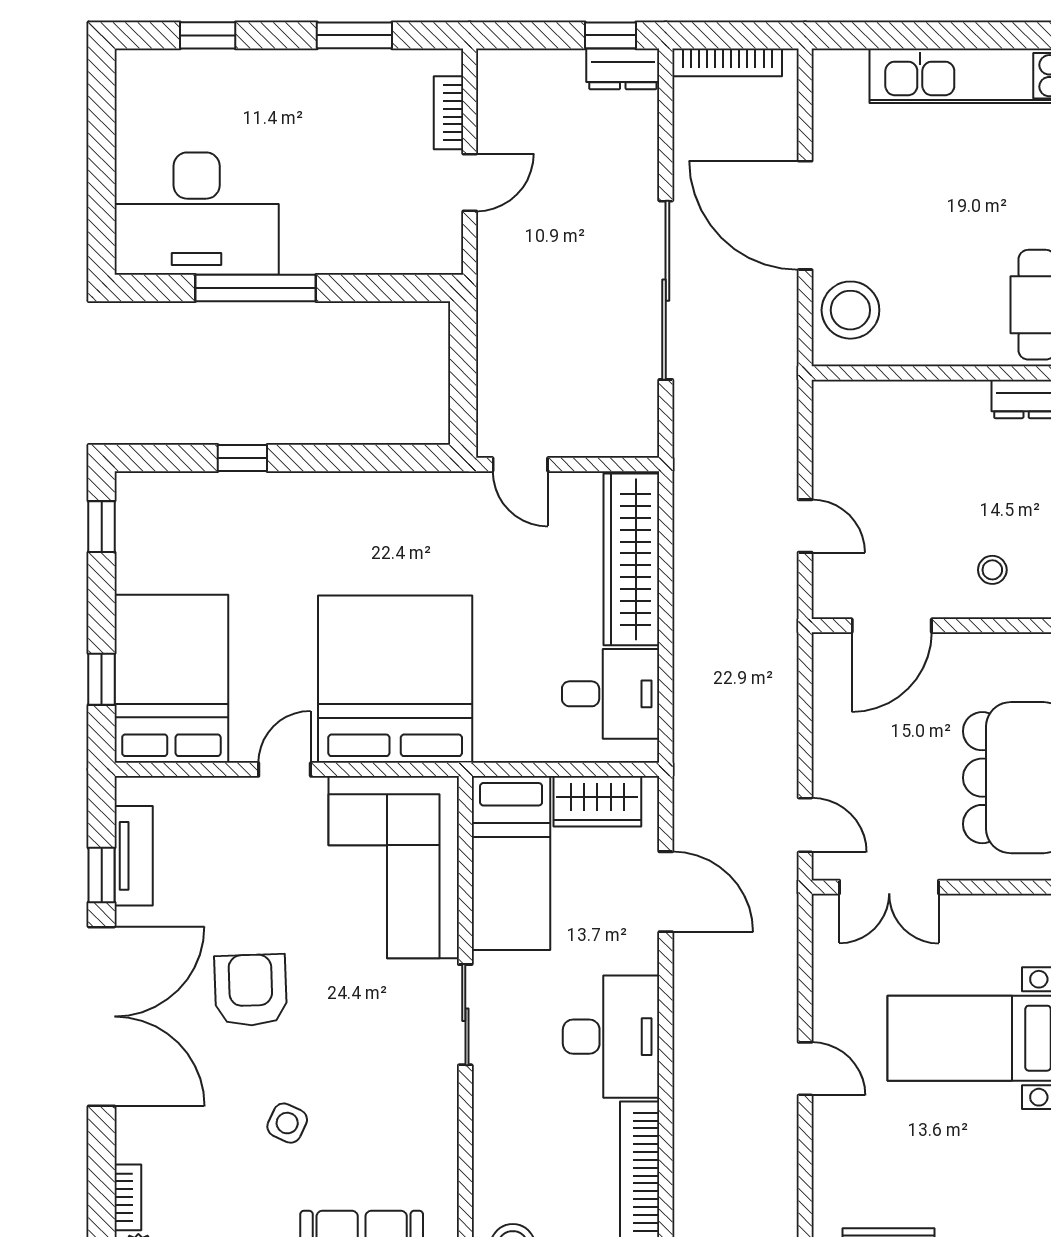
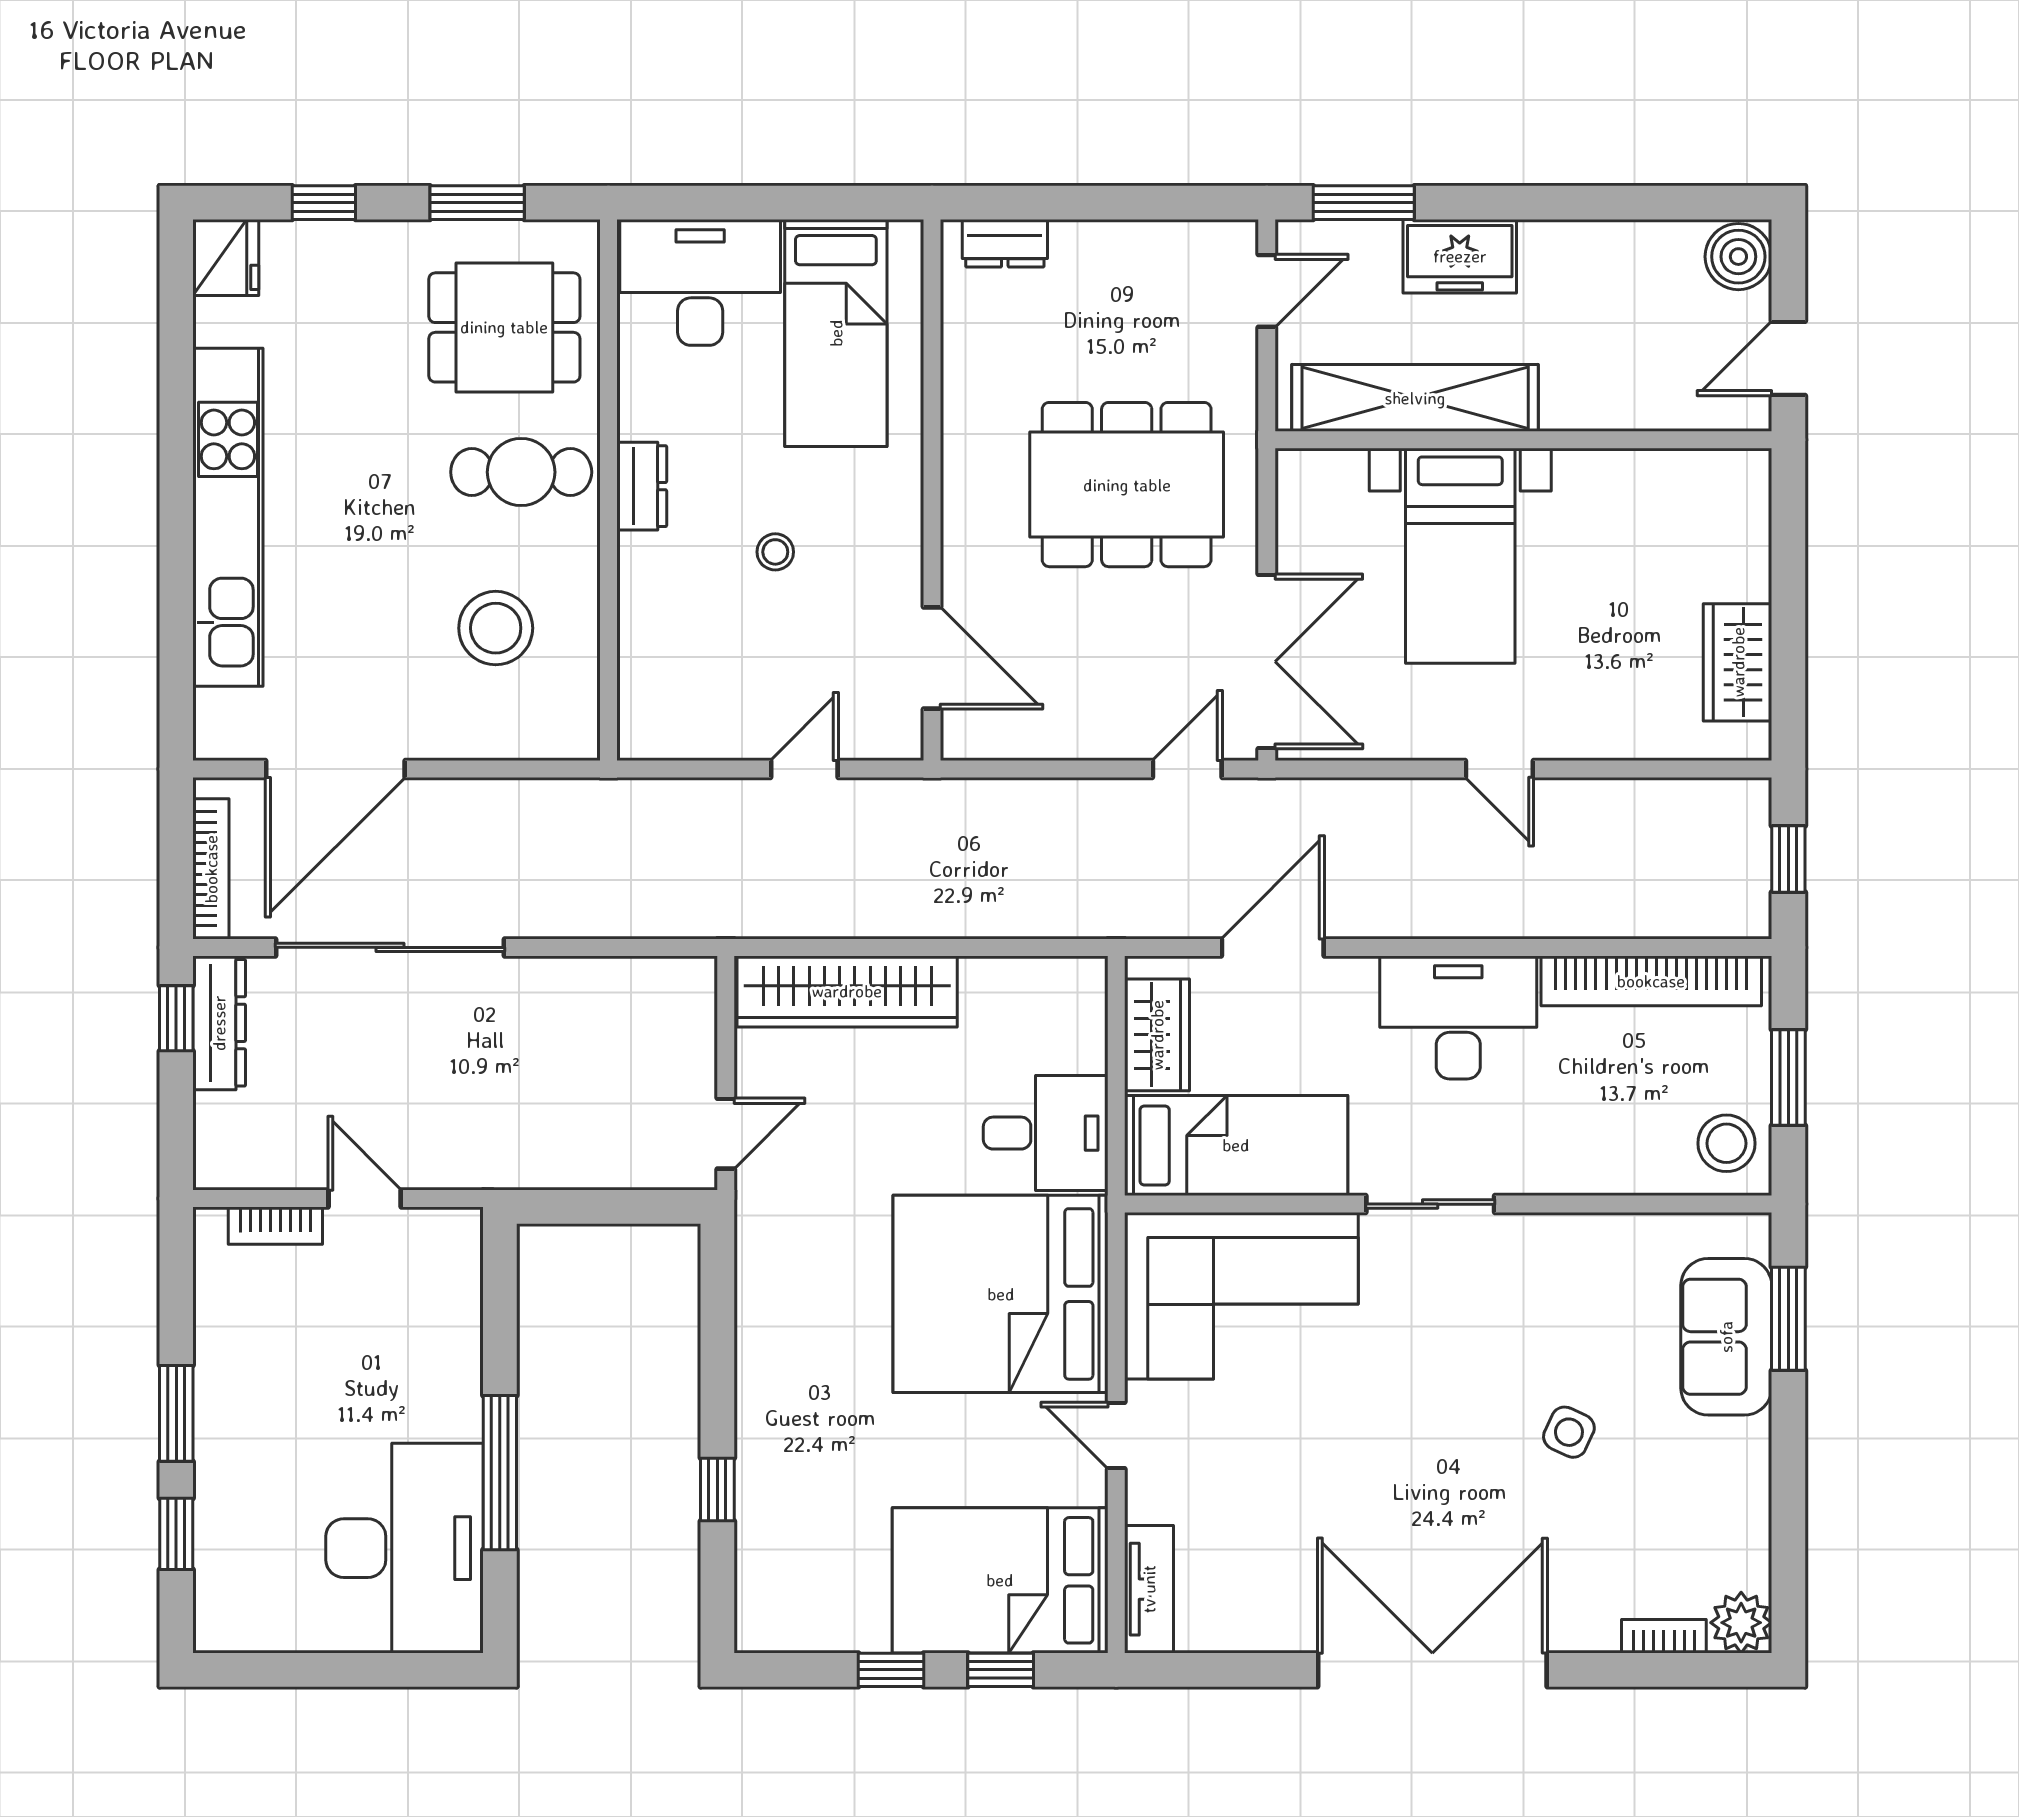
window: (354, 35) -> (176, 1413), moved
dresser: (623, 69) -> (219, 1023), width x1.44
door: (805, 215) -> (335, 769), moved
sliding door: (666, 290) -> (390, 947), moved
stool: (850, 310) -> (496, 628), moved
window: (102, 527) -> (891, 1670), moved
stool: (992, 570) -> (775, 552), moved
desk: (611, 694) -> (1046, 1133), moved, turned 90
tv unit: (134, 856) -> (1149, 1589), moved, turned 90
window: (102, 875) -> (1251, 1670), removed
double door: (889, 887) -> (1267, 662), width x1.37
armchair: (251, 990) -> (1399, 1479), removed
door: (805, 1069) -> (1499, 769), swing flipped

